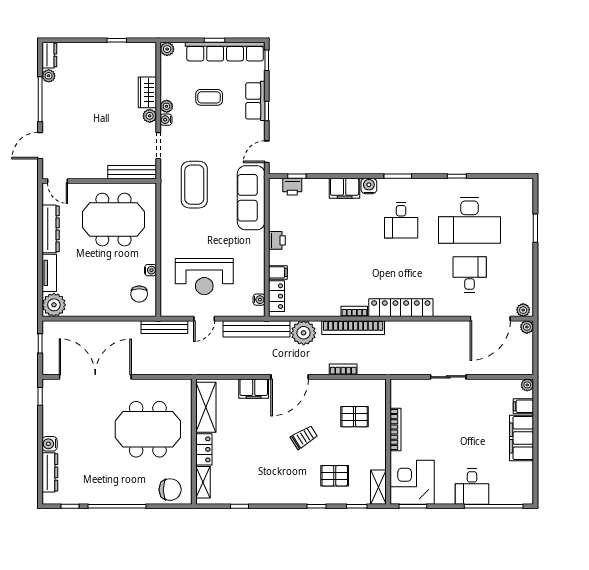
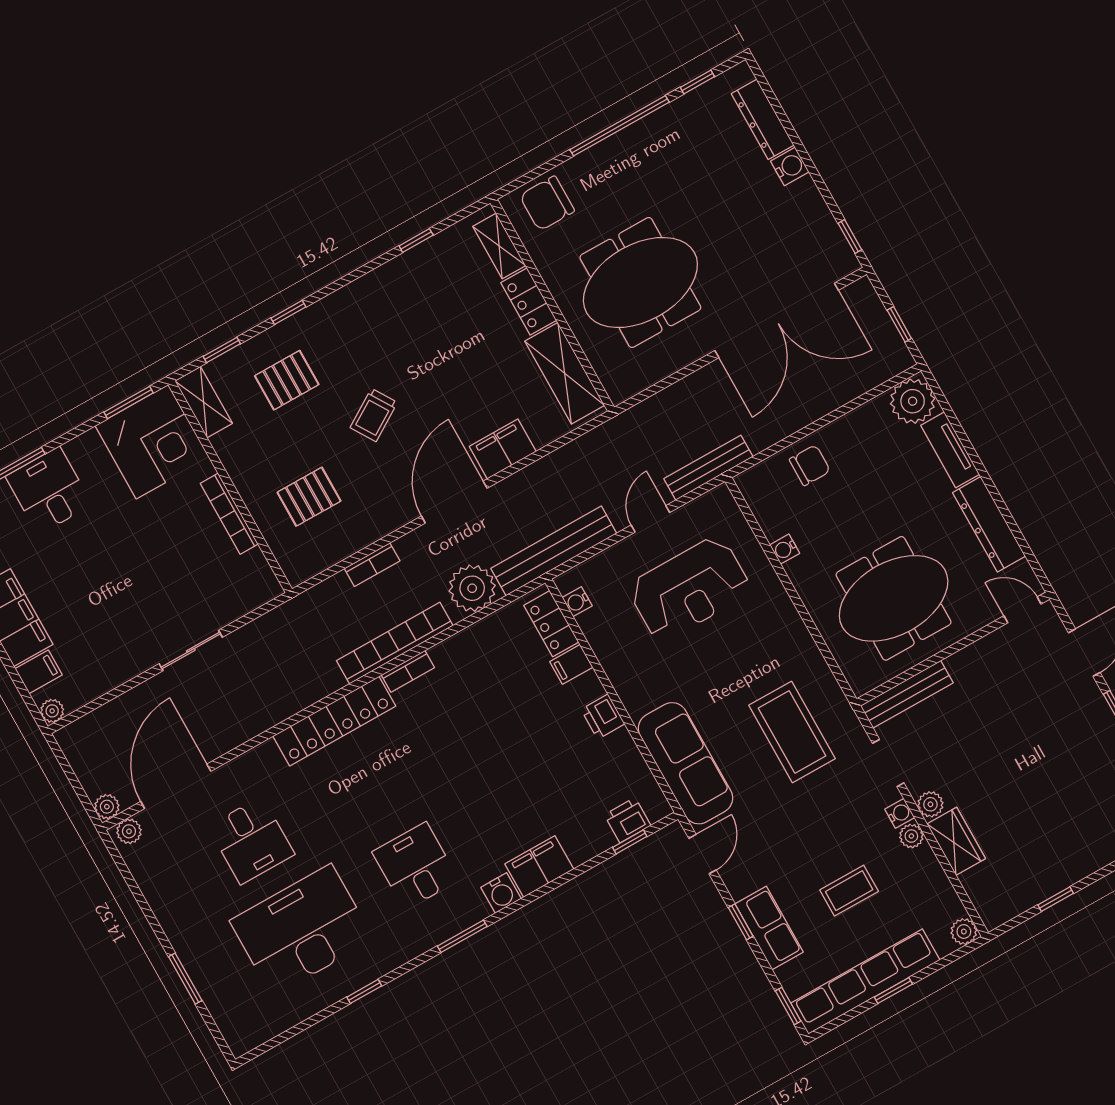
reception desk: (204, 277) -> (689, 589), turned 180
chair: (139, 294) -> (810, 465), moved, turned 90

